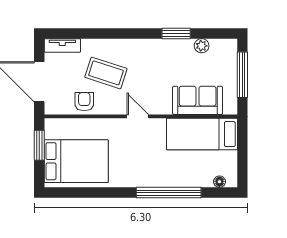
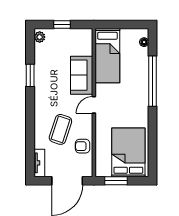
plant: (202, 46) -> (40, 37), moved
window: (242, 75) -> (62, 25), width x0.46
sofa: (198, 100) -> (82, 75), moved

